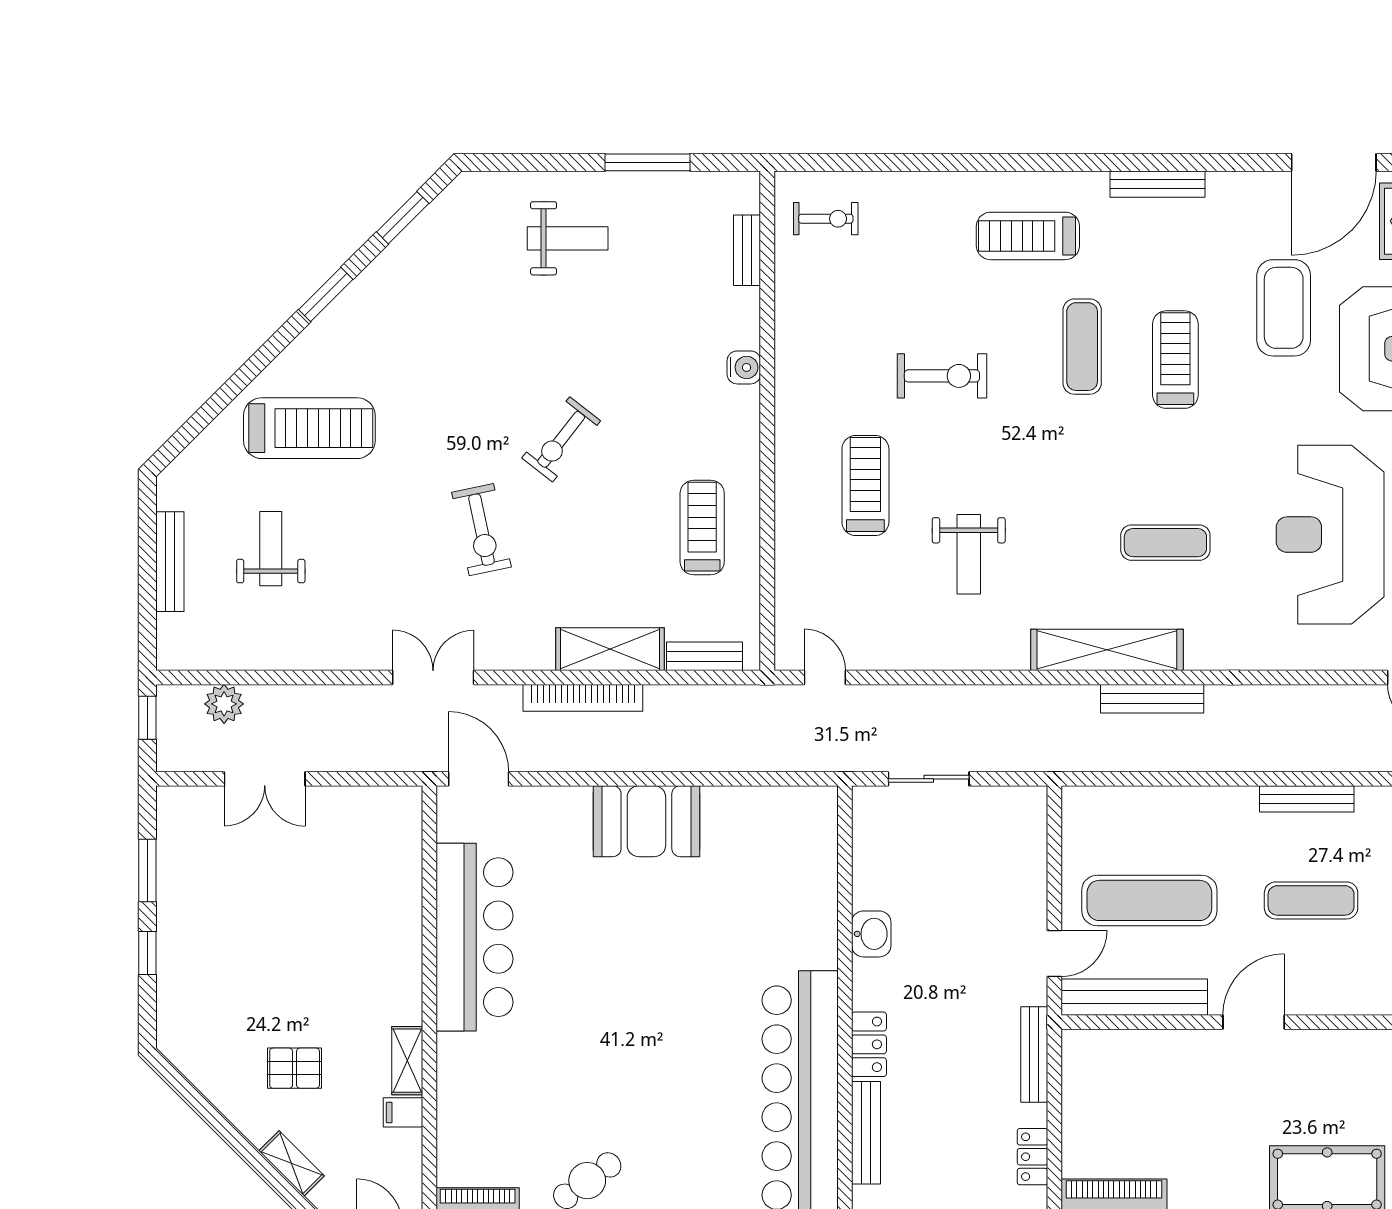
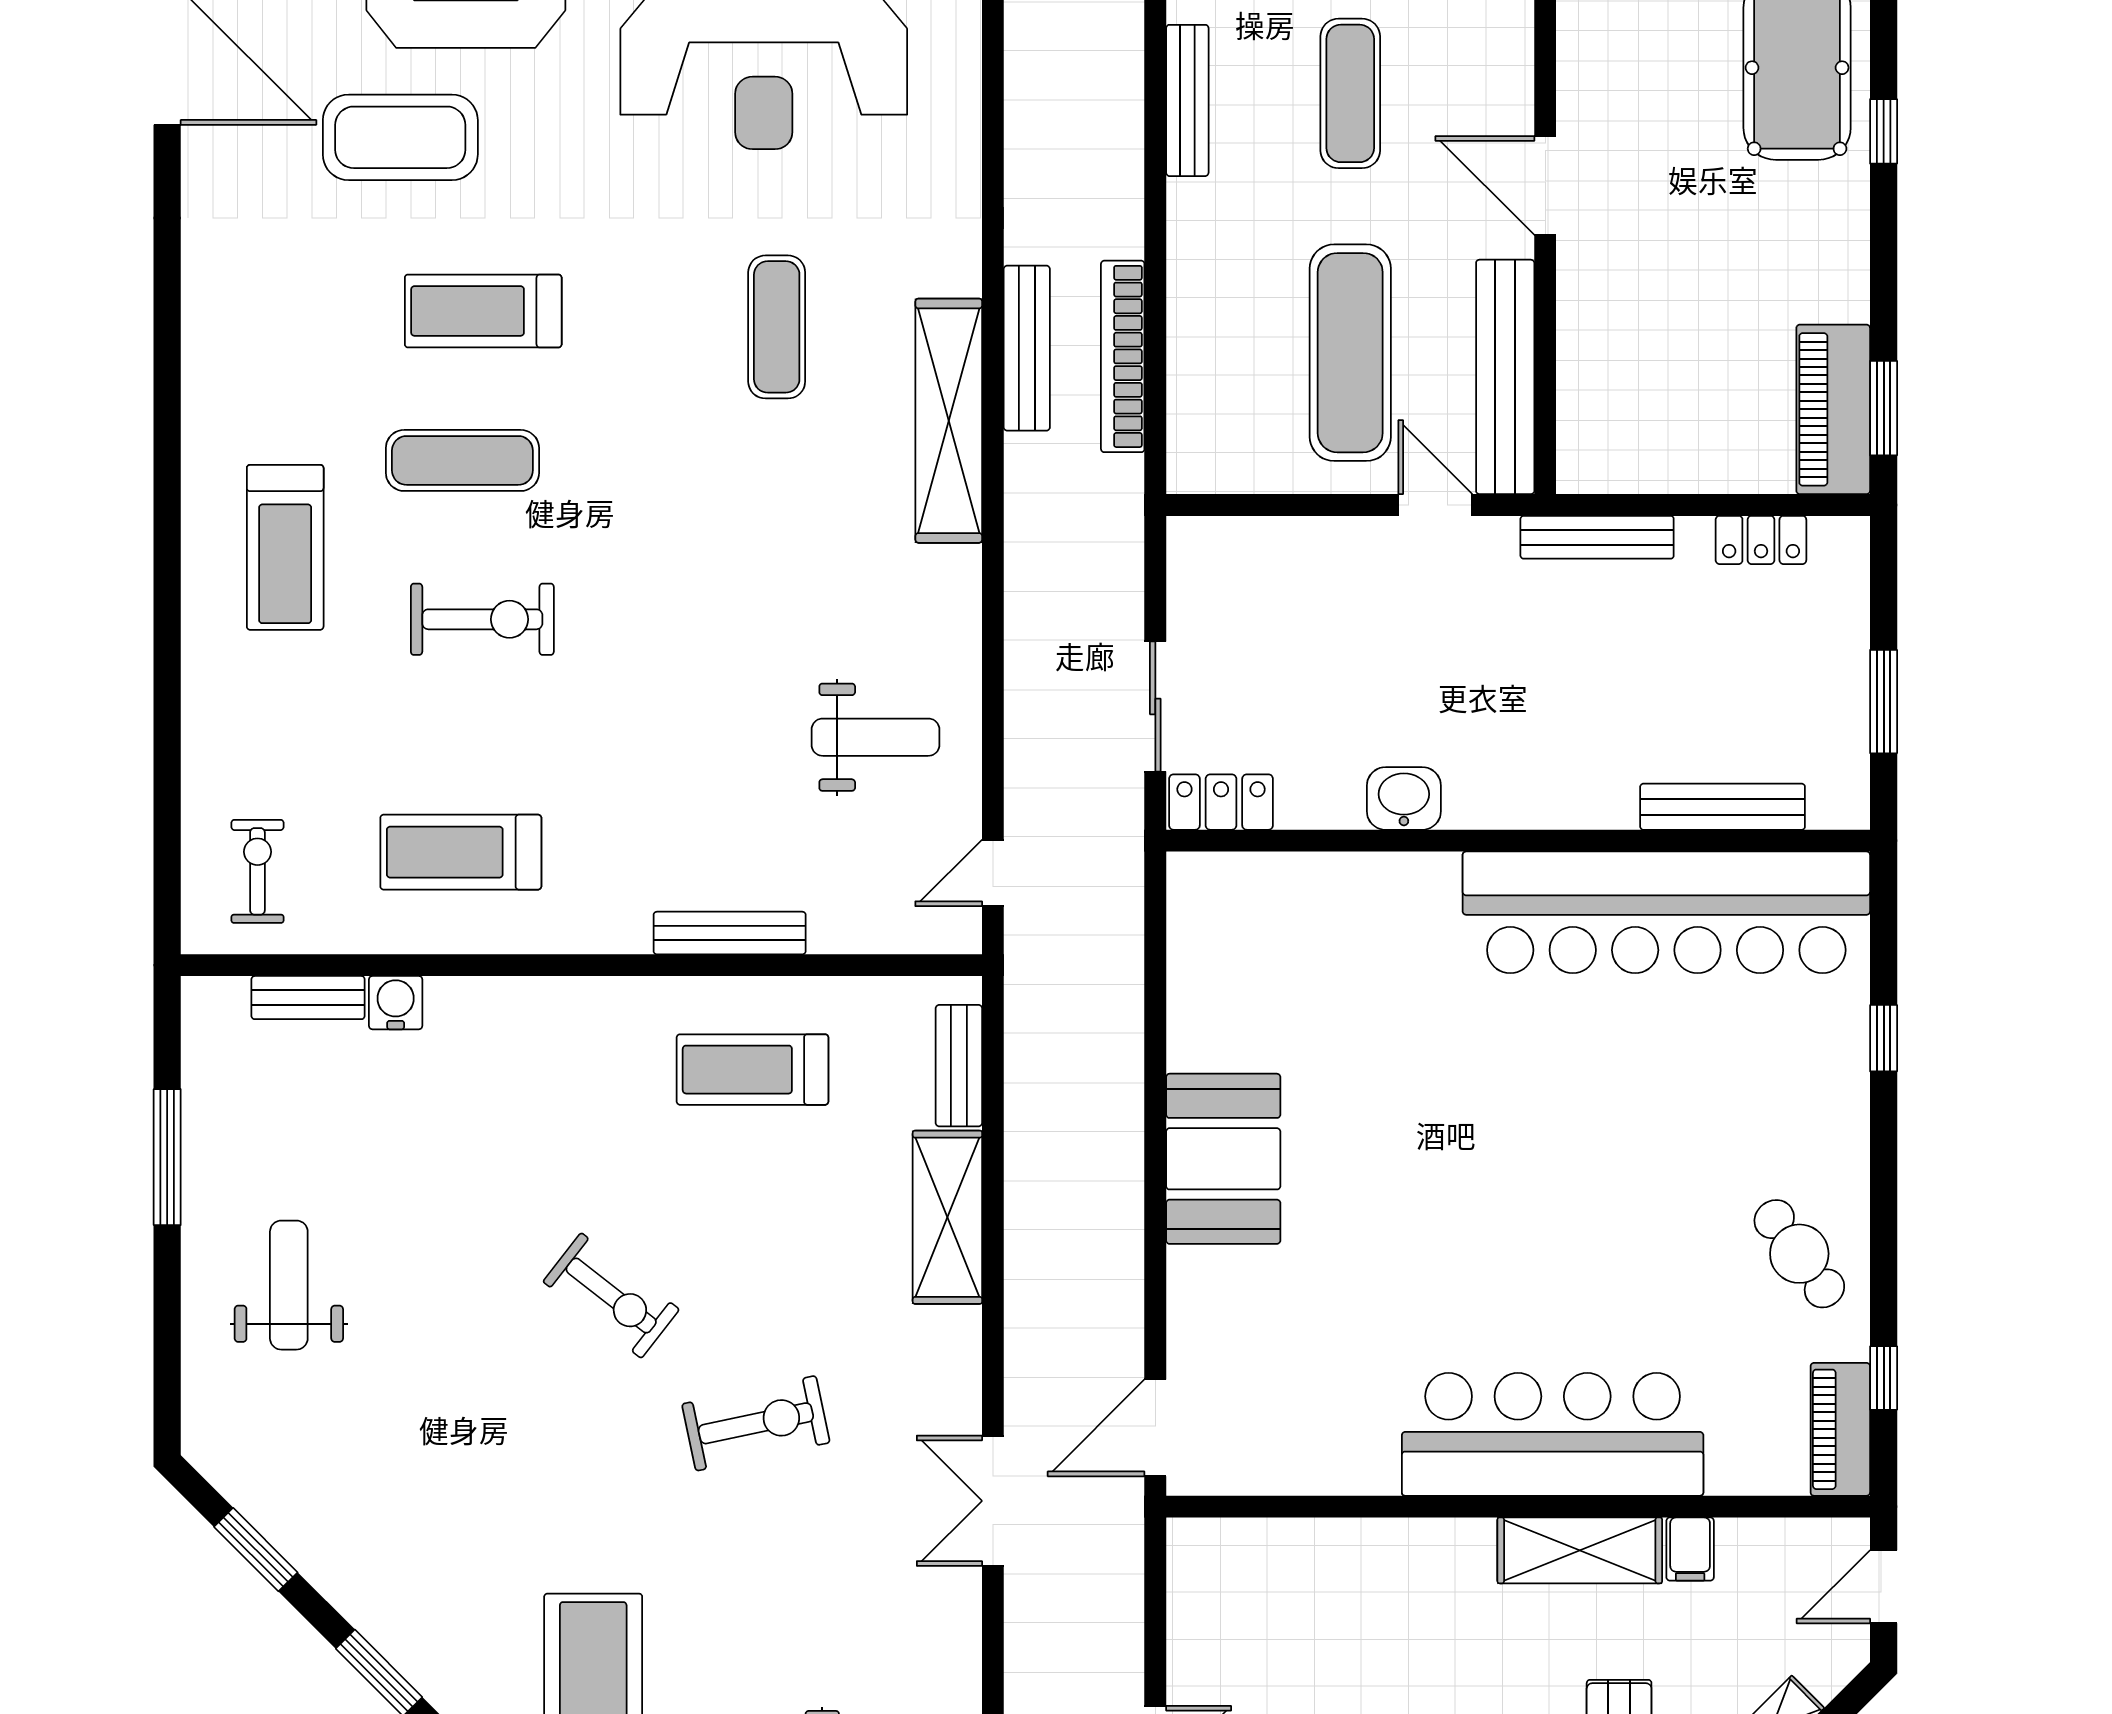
bench: (1157, 184) -> (730, 933), moved, turned 90
water cooler: (744, 367) -> (396, 1003), moved
exercise bike: (942, 376) -> (482, 619), moved, turned 90
treadmill: (865, 486) -> (461, 852), moved
weight bench: (969, 554) -> (876, 737), moved
bookcase: (583, 698) -> (1123, 356), moved, turned 180
bar counter: (475, 937) -> (1553, 1434), moved
locker: (869, 1044) -> (1221, 802), moved
shelving: (407, 1061) -> (1580, 1550), width x1.50, depth x1.33

